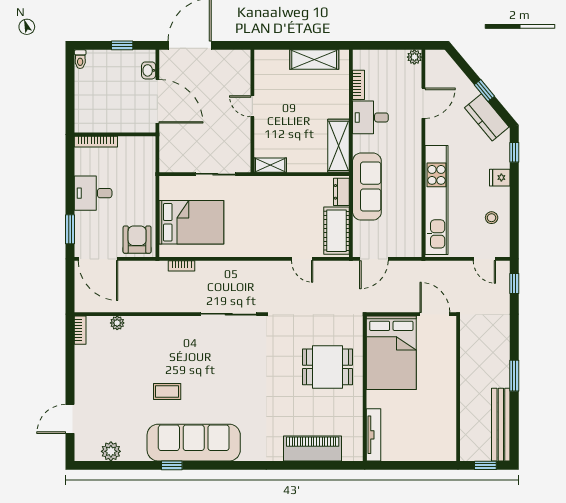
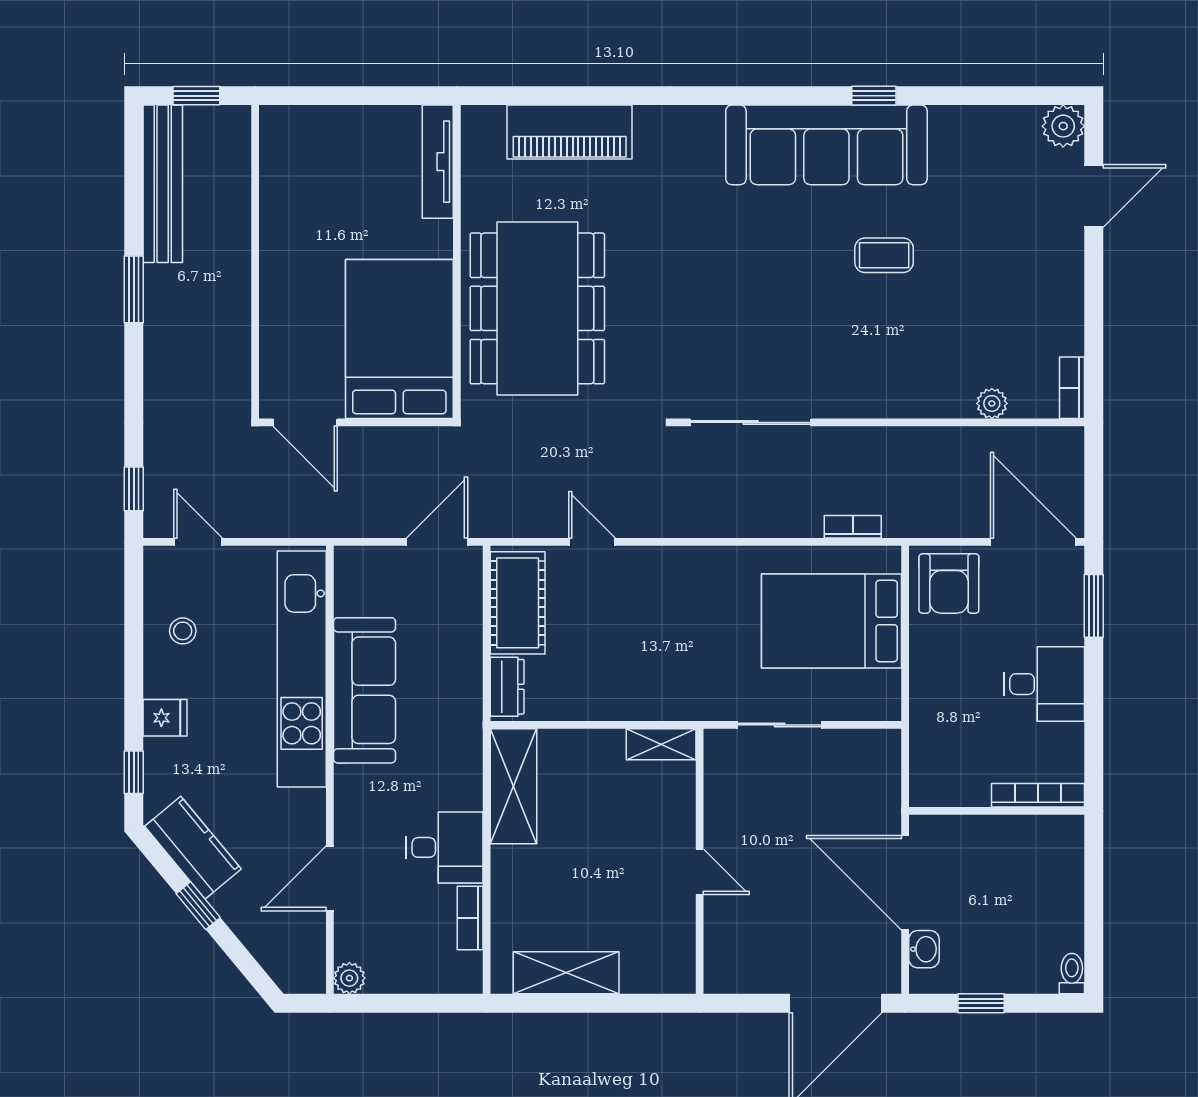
sofa: (367, 187) -> (365, 690), moved, turned 180
dining table: (327, 367) -> (537, 308), width x1.88, depth x1.24
plant: (111, 451) -> (1063, 126), moved

